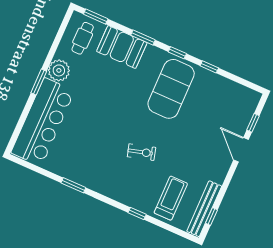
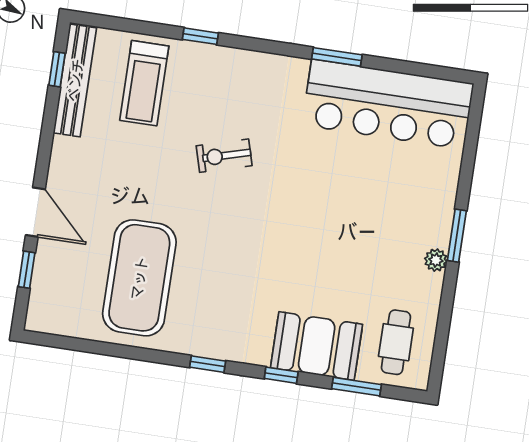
window: (96, 17) -> (357, 387), moved
window: (143, 37) -> (281, 375), width x0.67
window: (209, 67) -> (139, 354), removed
plant: (59, 70) -> (436, 260), width x0.53, depth x0.53
exercise mat: (171, 89) -> (139, 278), moved
bar counter: (43, 122) -> (388, 104), moved, turned -90

